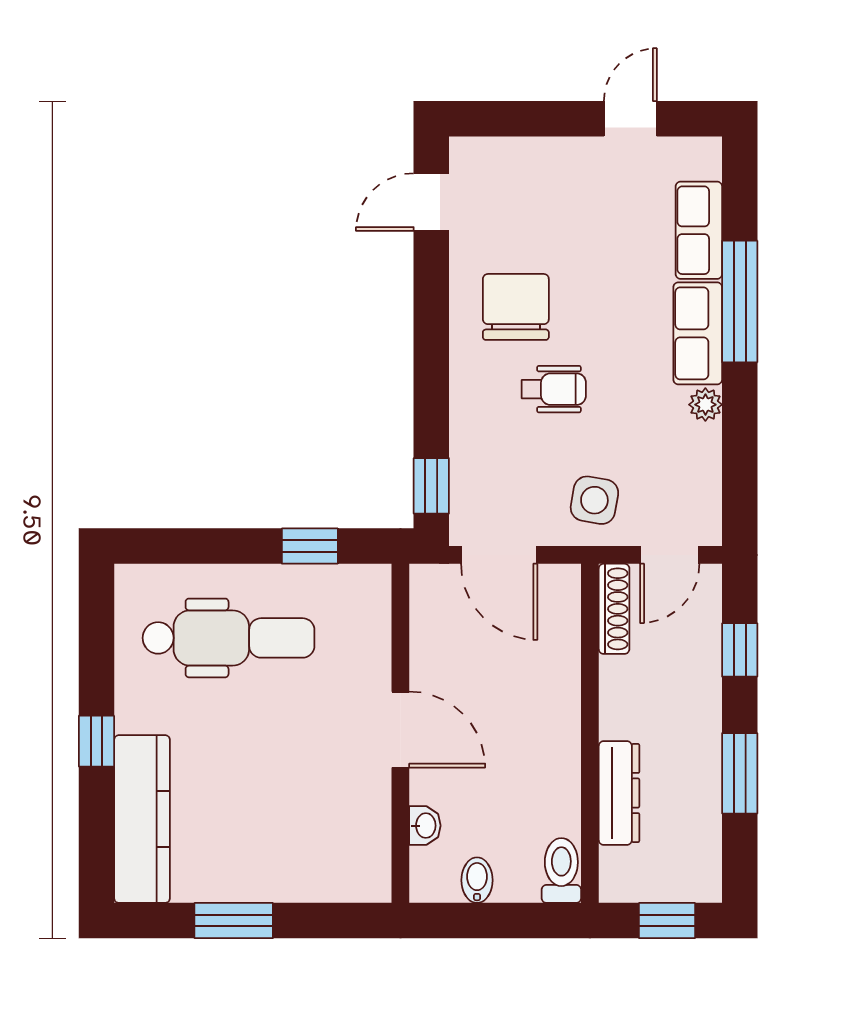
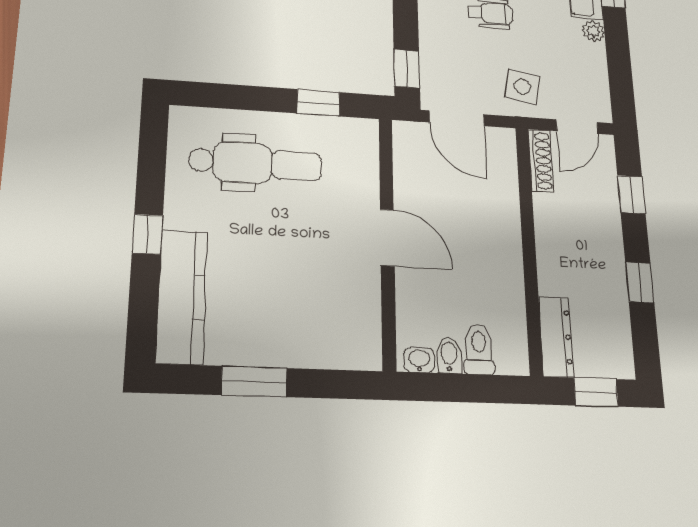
window: (740, 773) -> (640, 282), width x0.67
dresser: (619, 793) -> (556, 337), moved
washbasin: (425, 826) -> (419, 360), moved, turned -90
toilet: (561, 871) -> (479, 349), moved

